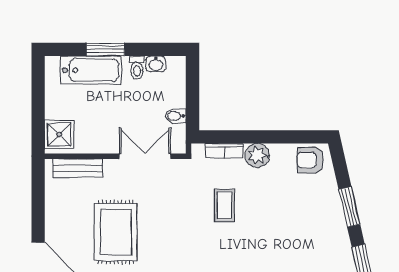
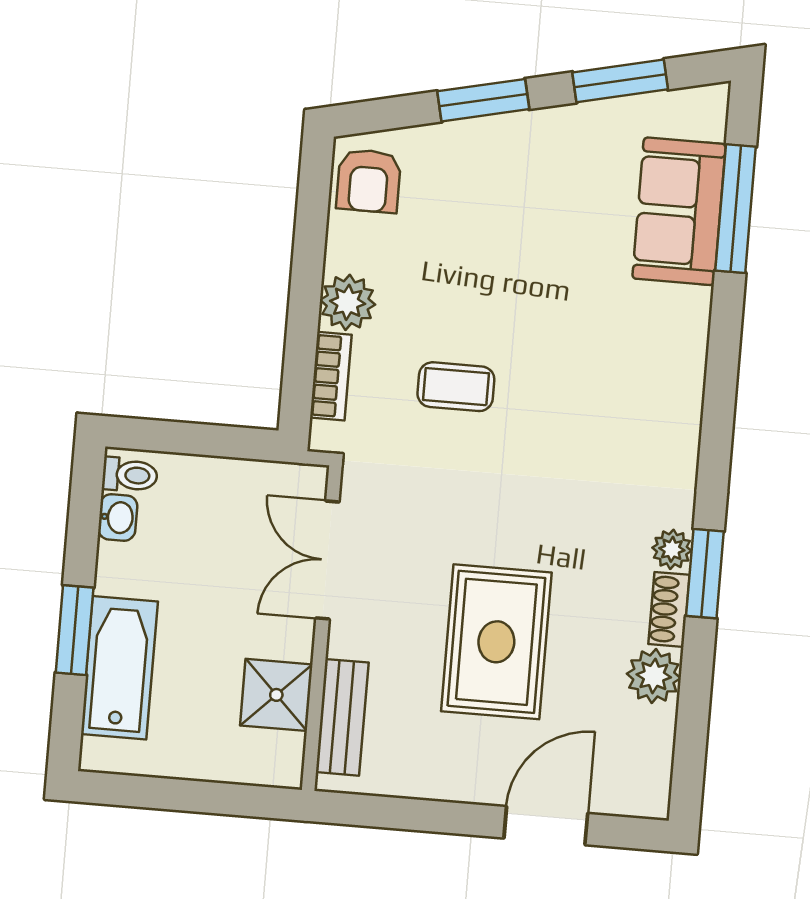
toilet: (137, 68) -> (130, 475), moved
bidet: (176, 116) -> (241, 482), removed
shower: (59, 135) -> (276, 695), moved
rug: (116, 232) -> (496, 642), turned 90

